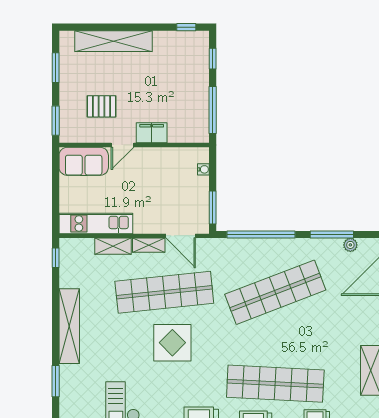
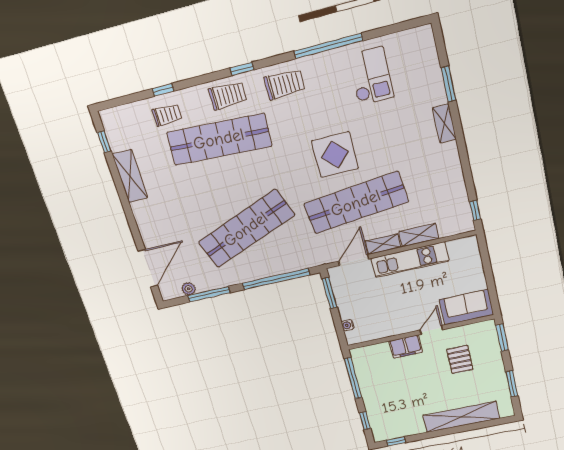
pallet: (102, 106) -> (460, 359), turned 90
kitchen unit: (96, 223) -> (410, 260), moved
door: (181, 236) -> (354, 260), hinge flipped
shelving: (69, 326) -> (444, 124), width x0.45, depth x0.75

